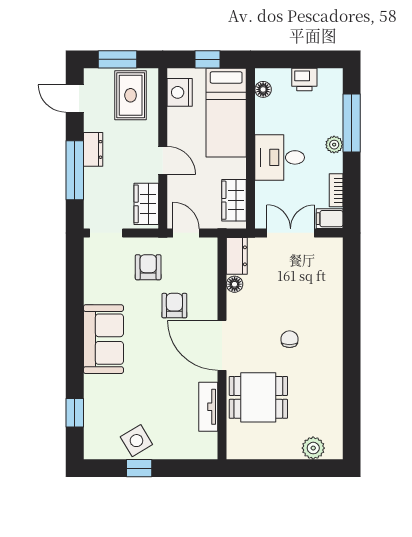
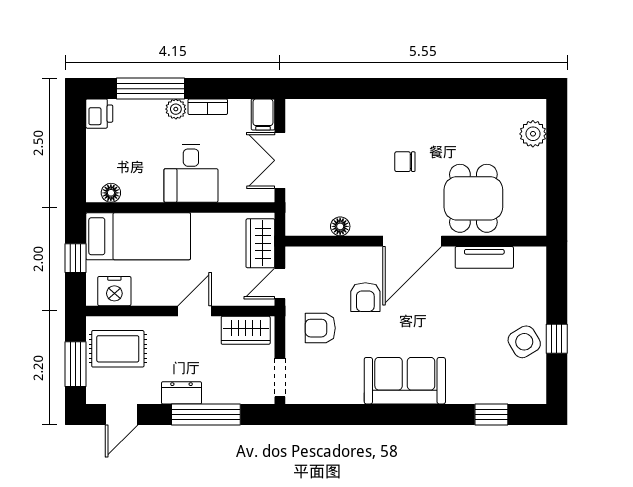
printer: (304, 80) -> (99, 114), moved
bookcase: (336, 190) -> (208, 107), moved
wardrobe: (234, 200) -> (260, 243), moved, turned 90
dresser: (237, 256) -> (307, 224), removed
armchair: (174, 306) -> (365, 297), turned -90

